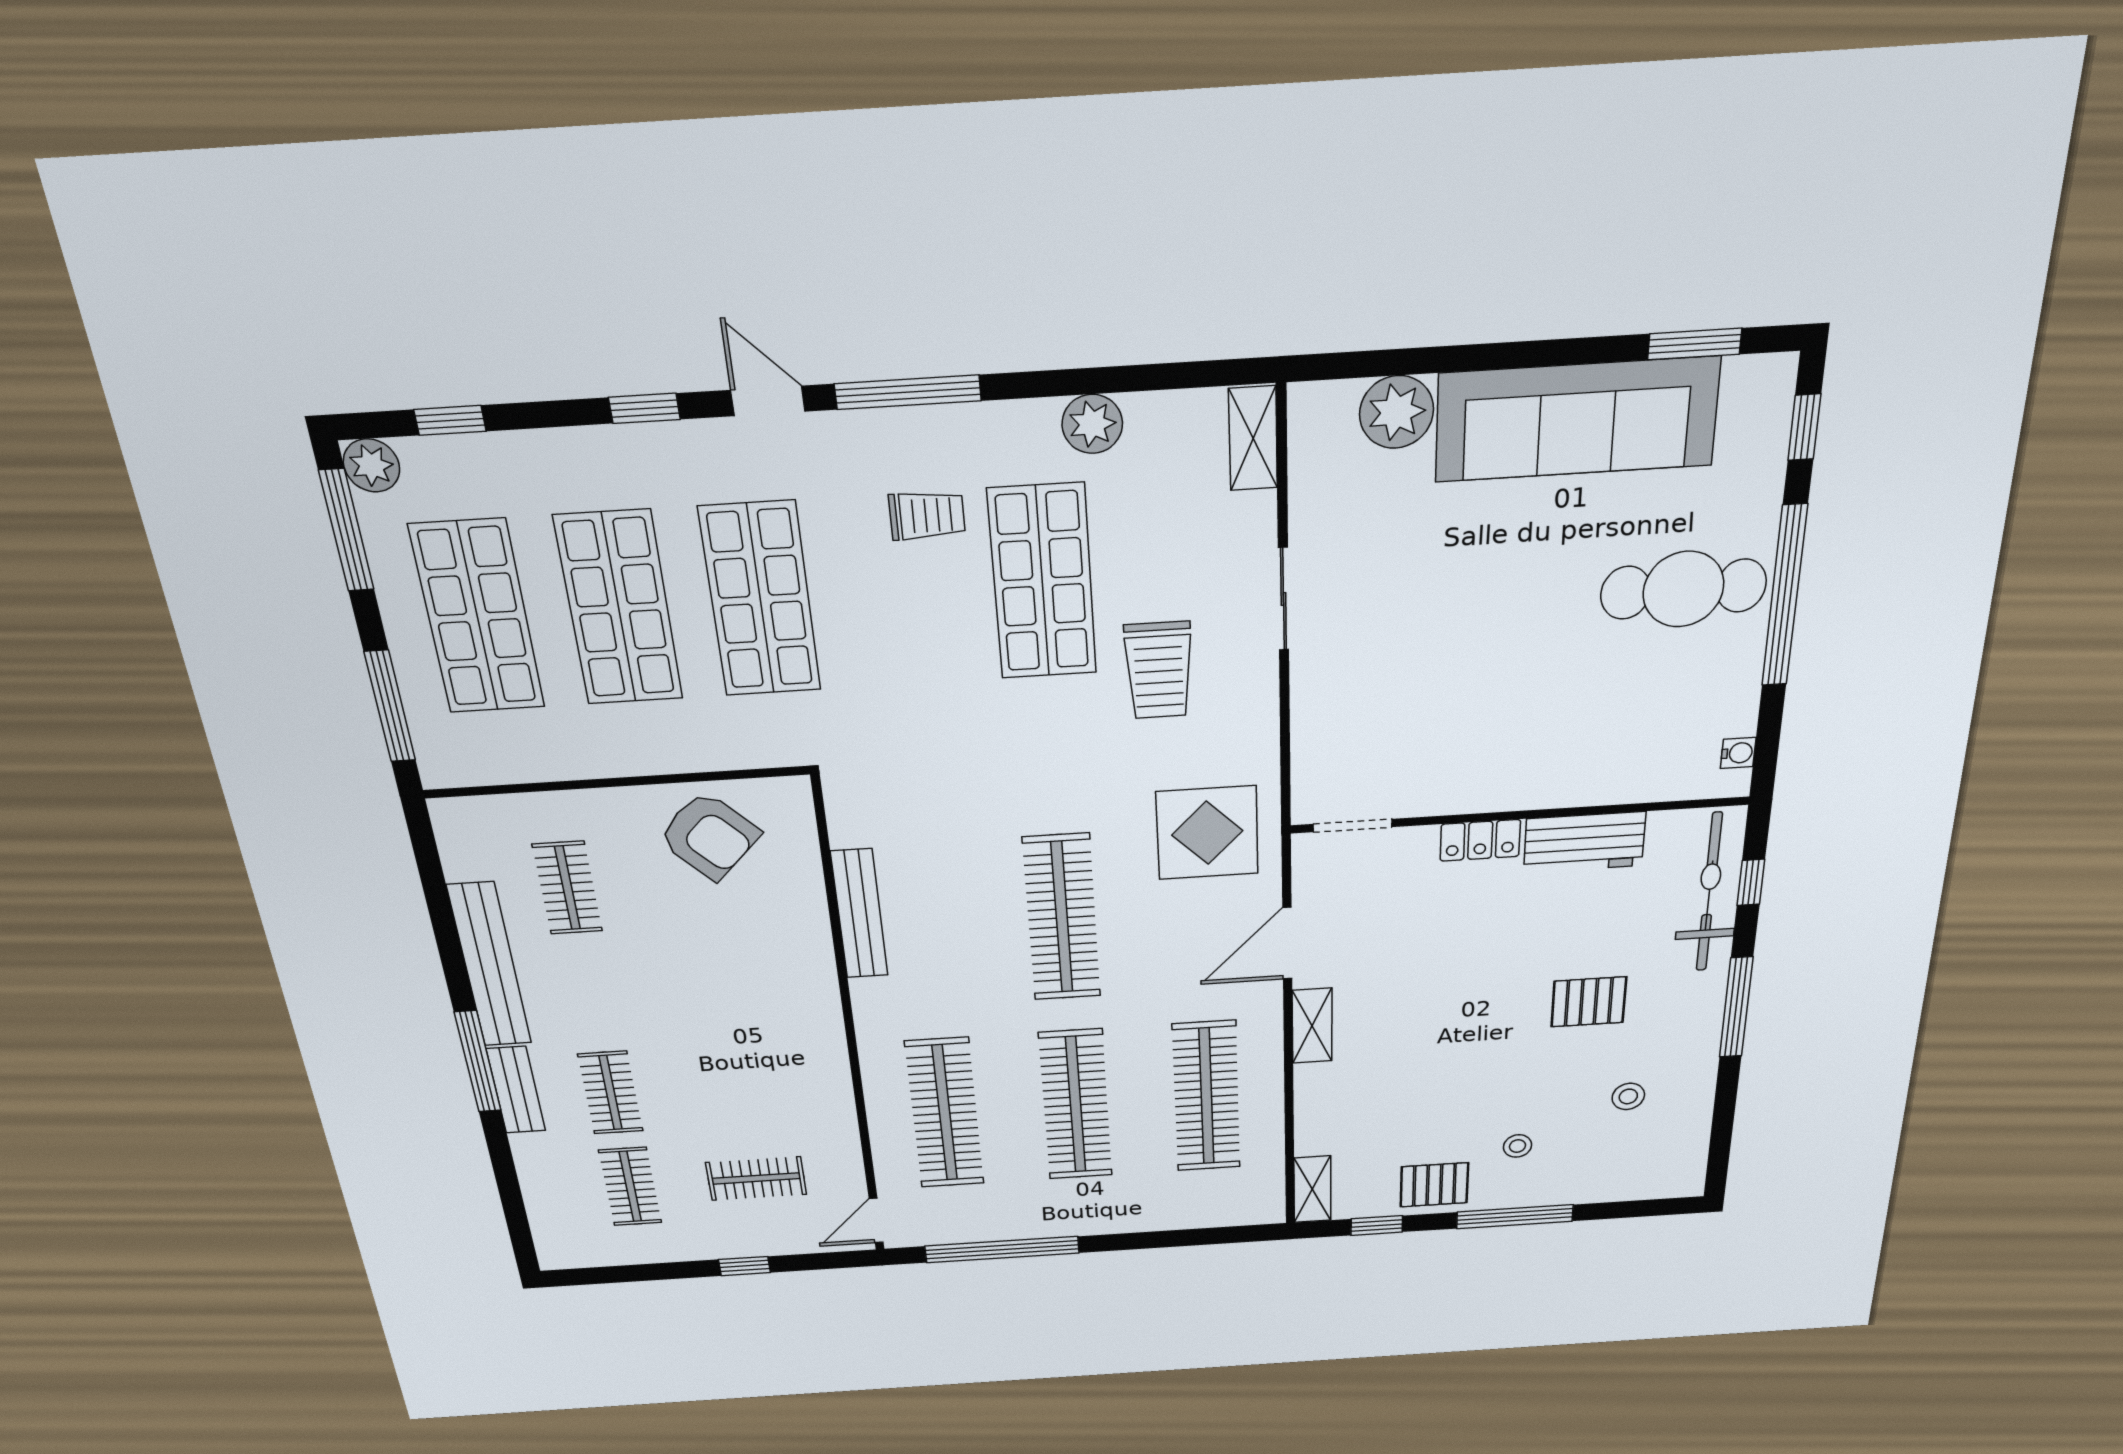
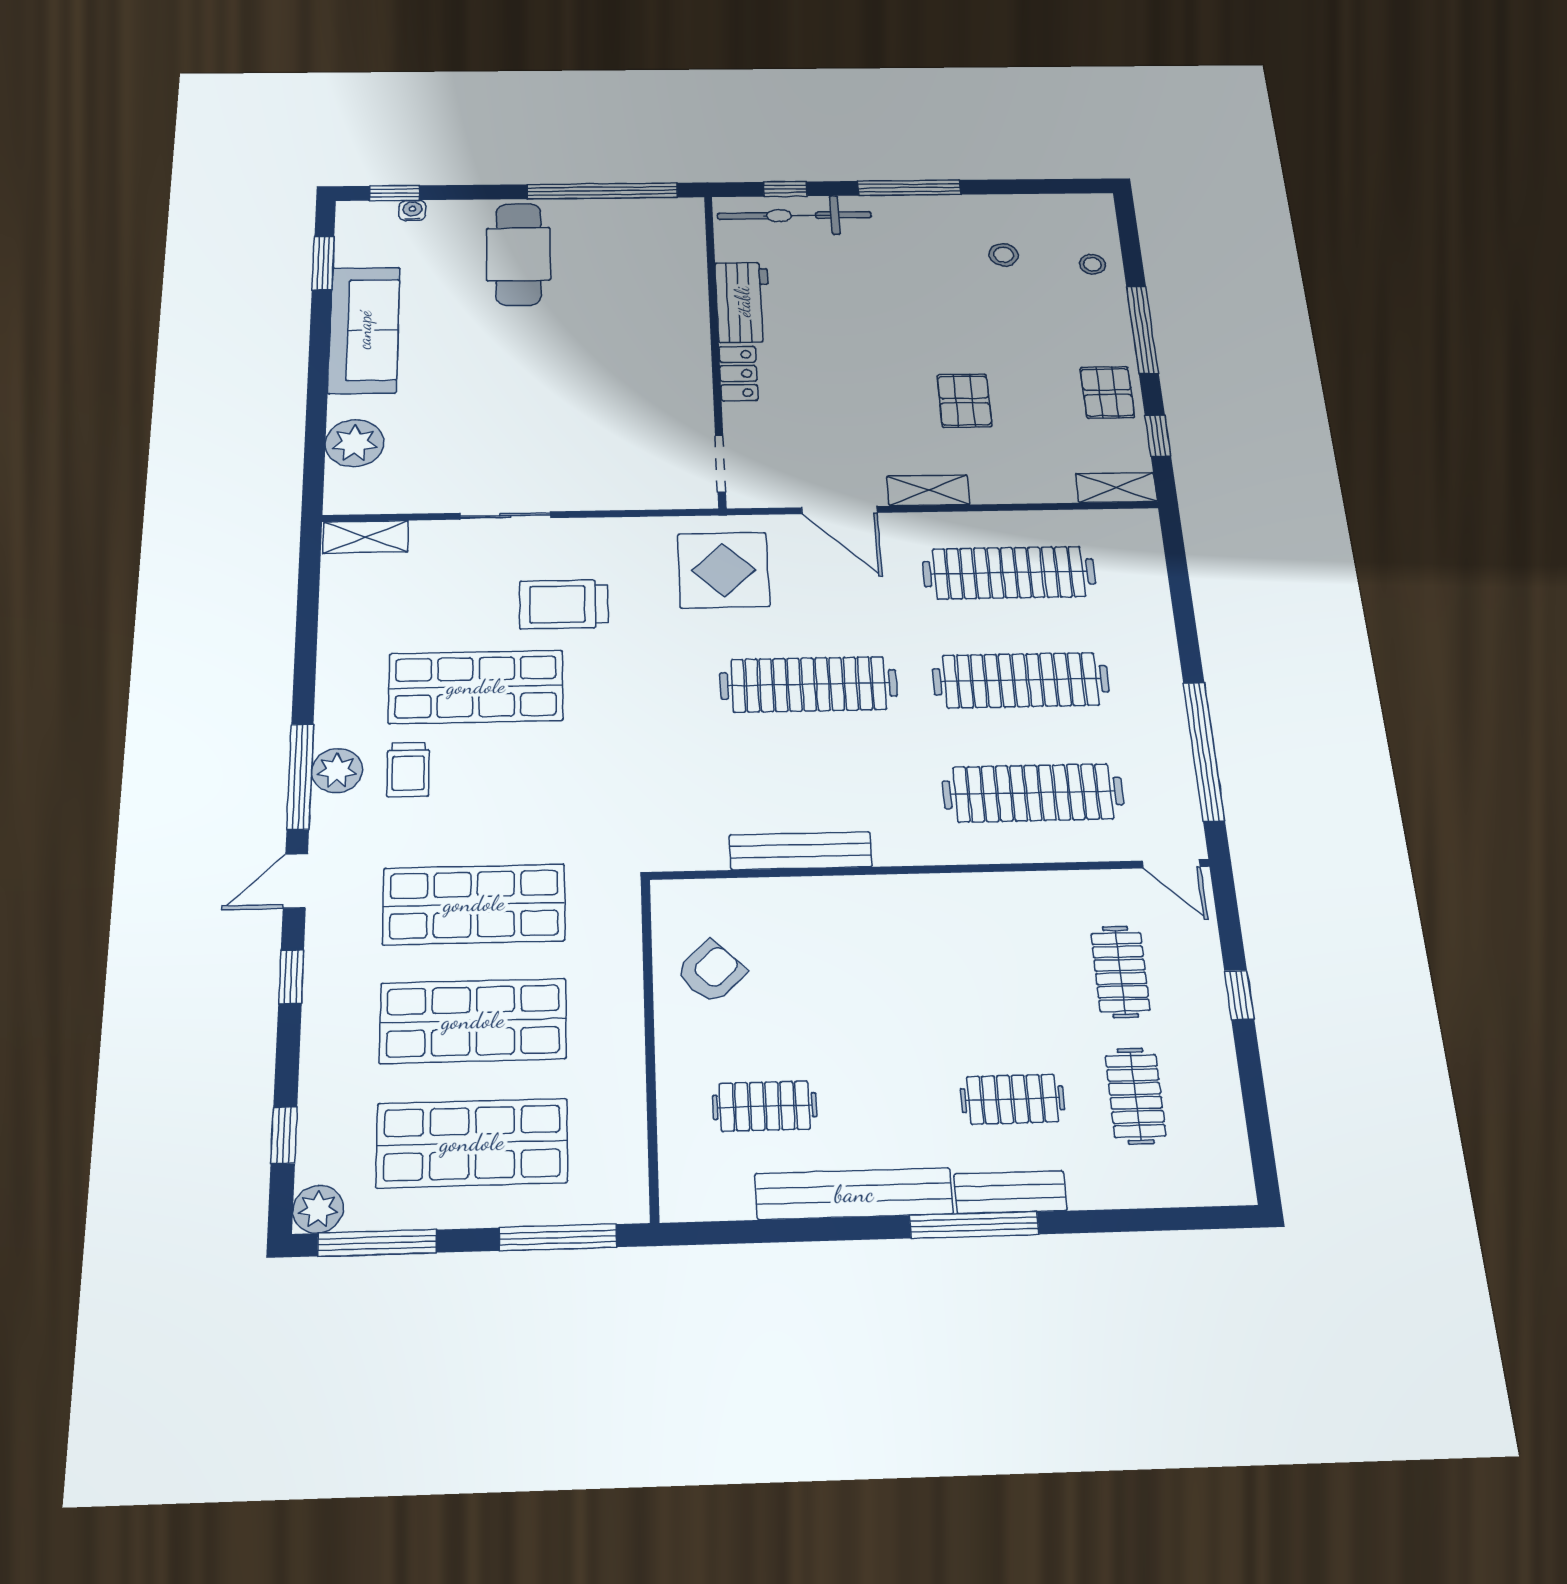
sofa: (1577, 420) -> (364, 330), width x0.74, depth x0.79
plant: (1092, 424) -> (337, 771), moved
trolley: (927, 515) -> (408, 769), turned 180
window: (1784, 596) -> (602, 191), moved
trolley: (1159, 670) -> (564, 604), turned 180
water cooler: (1738, 753) -> (412, 211), moved
armchair: (709, 836) -> (711, 972), width x0.72, depth x0.72
pallet: (1589, 1002) -> (964, 401), moved
stool: (1517, 1146) -> (1092, 264), moved
clothes rail: (630, 1187) -> (1135, 1096), turned 90

